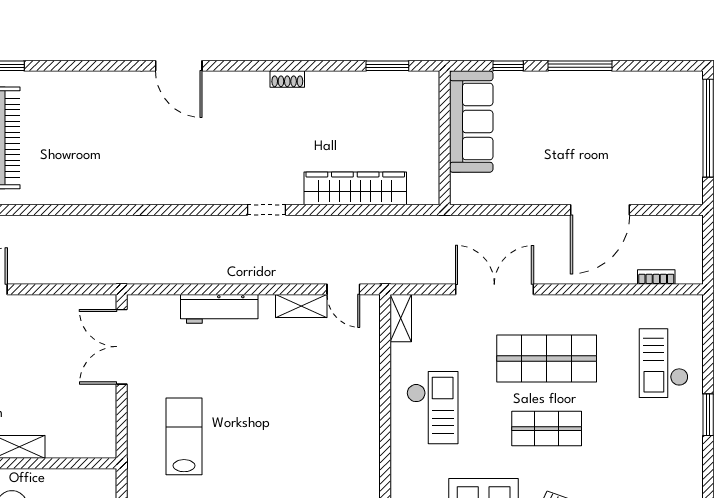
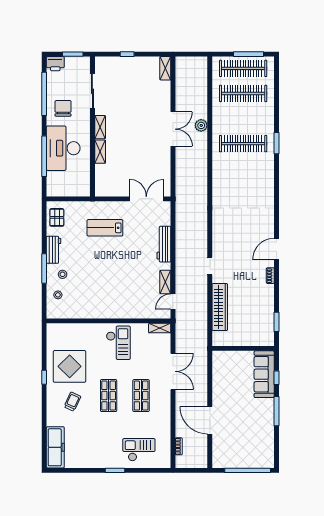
door: (179, 66) -> (276, 249), moved
sofa: (471, 122) -> (264, 374), moved, turned 90
shop shelf: (547, 358) -> (141, 396), width x0.70, depth x0.74
checkout: (432, 408) -> (118, 343), turned -90
lab bench: (184, 436) -> (105, 228), turned 180

